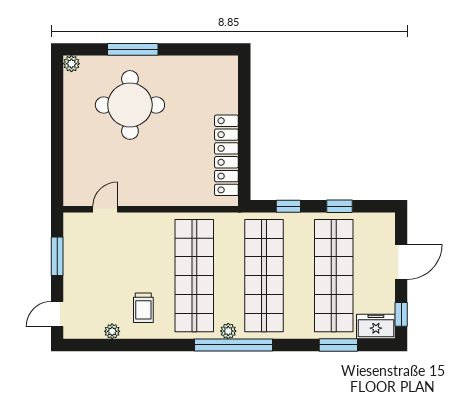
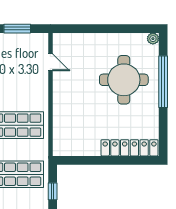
window: (133, 49) -> (163, 82), width x1.46
locker: (226, 155) -> (130, 148), moved

